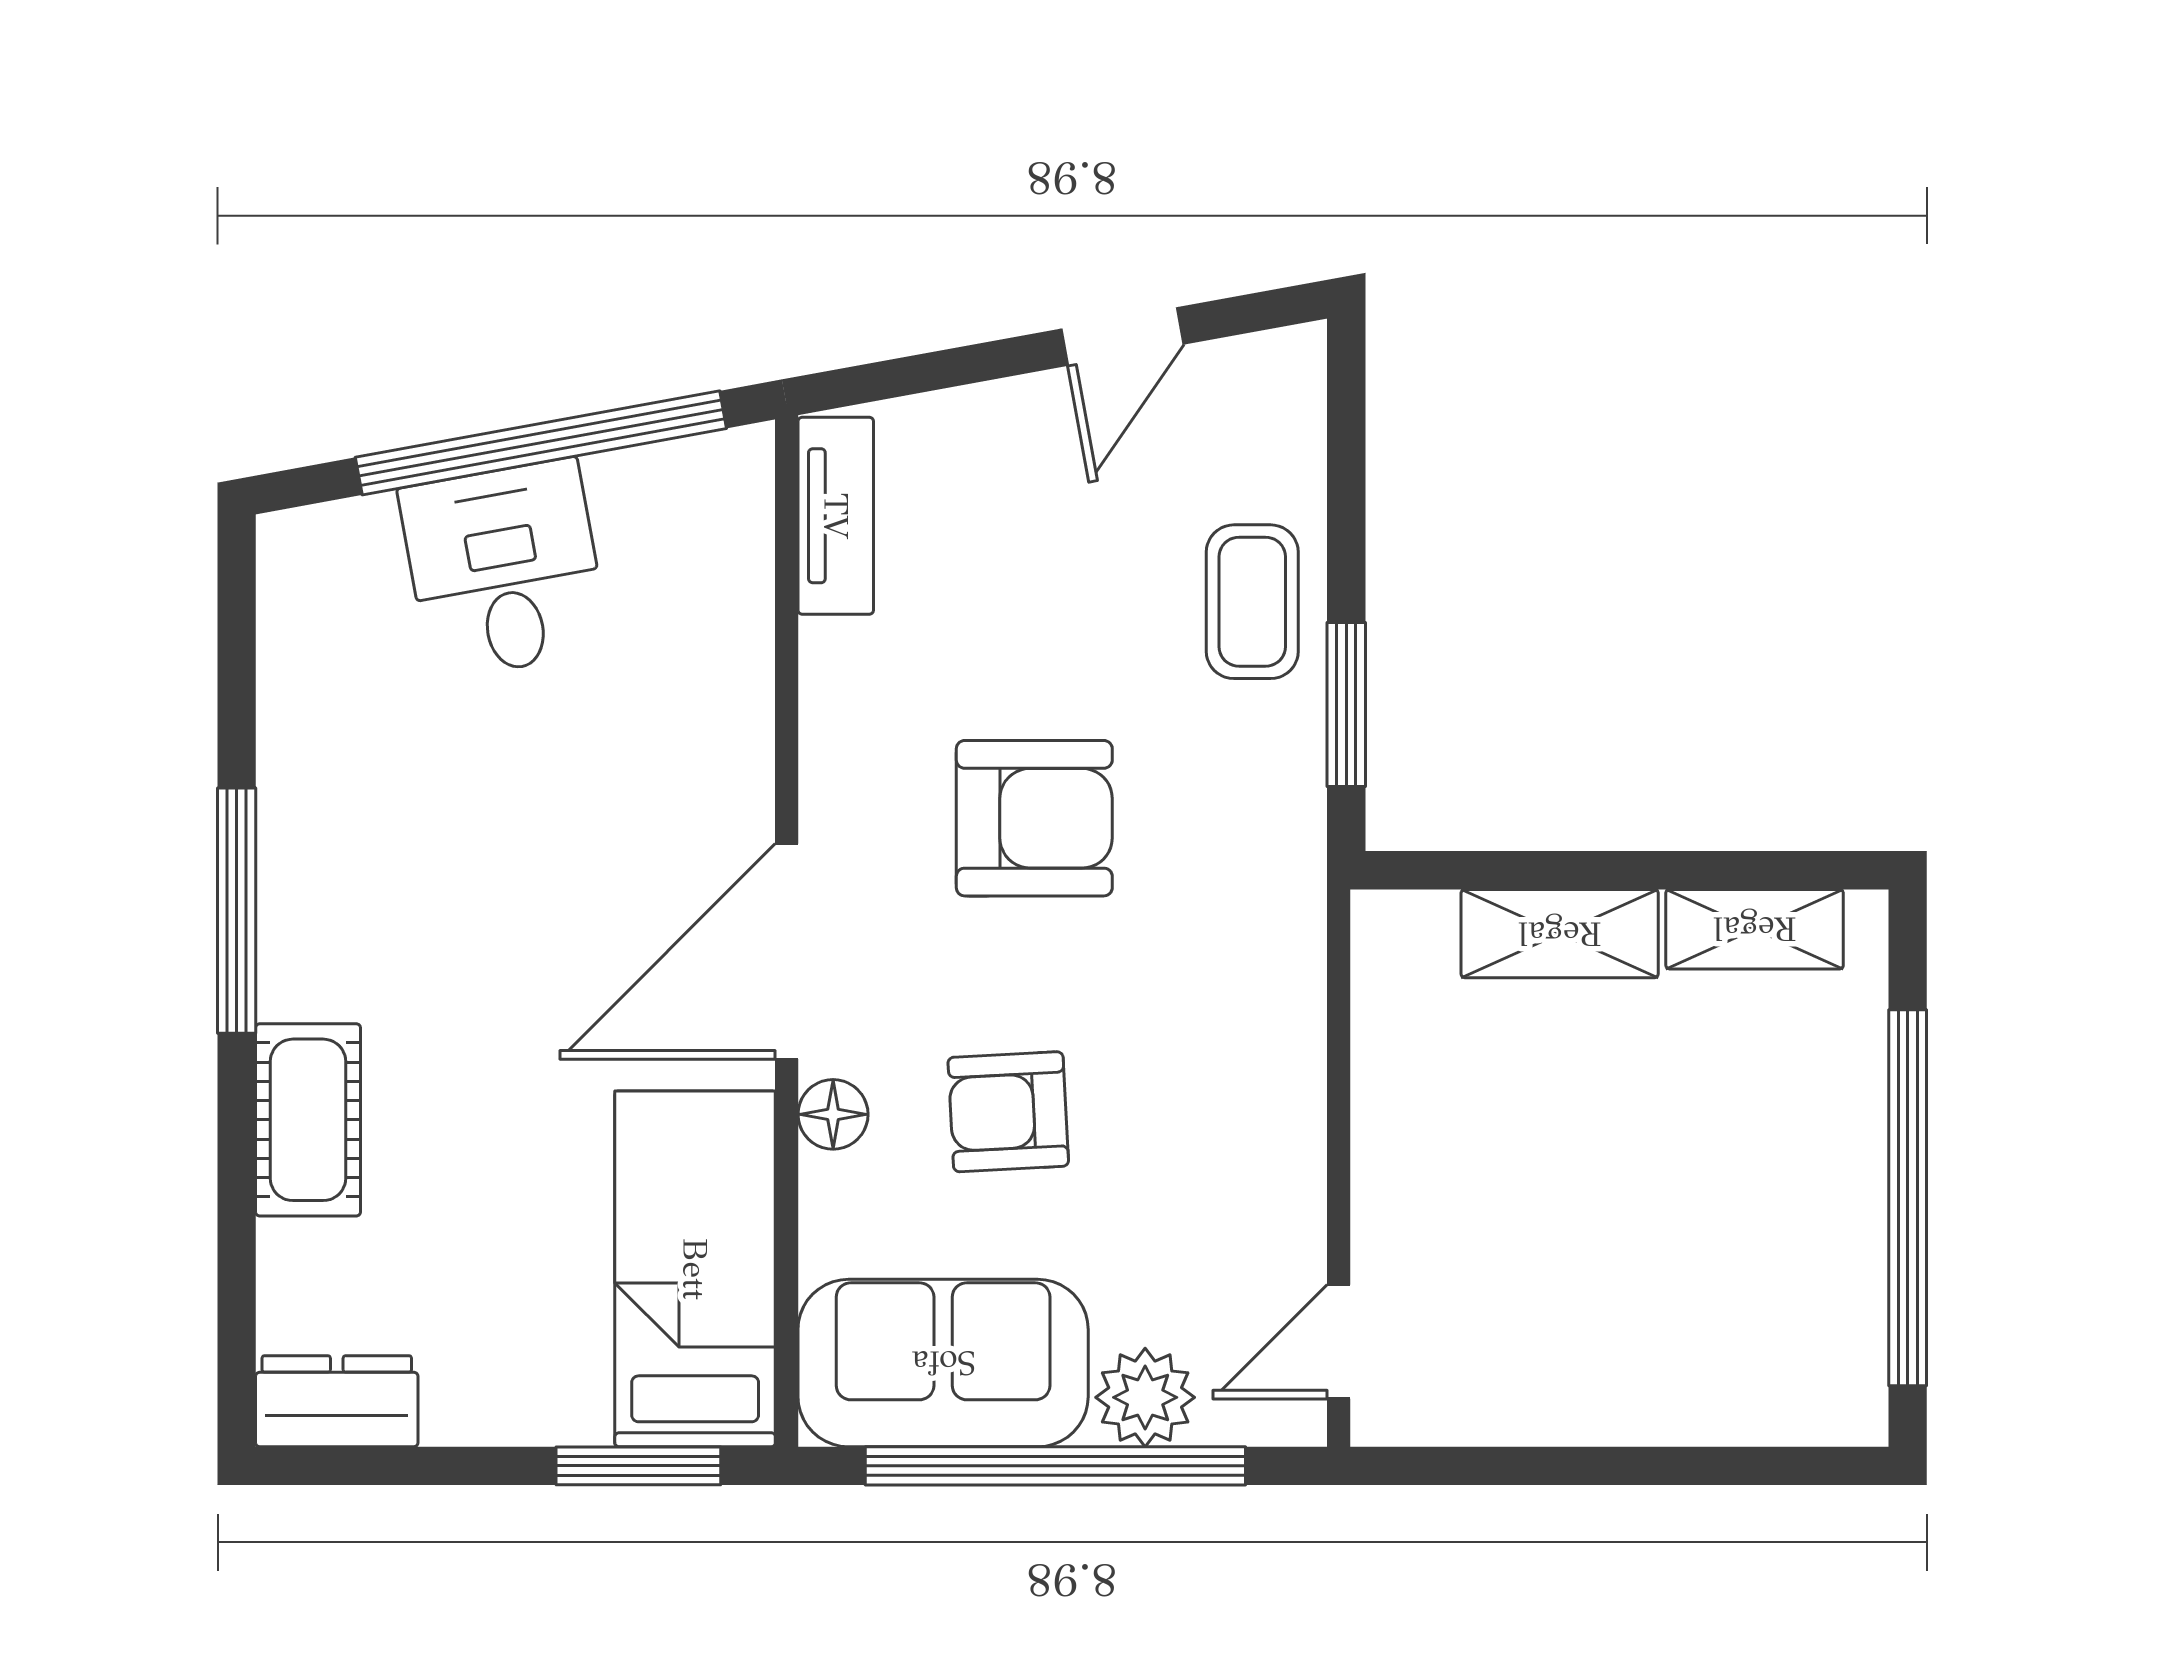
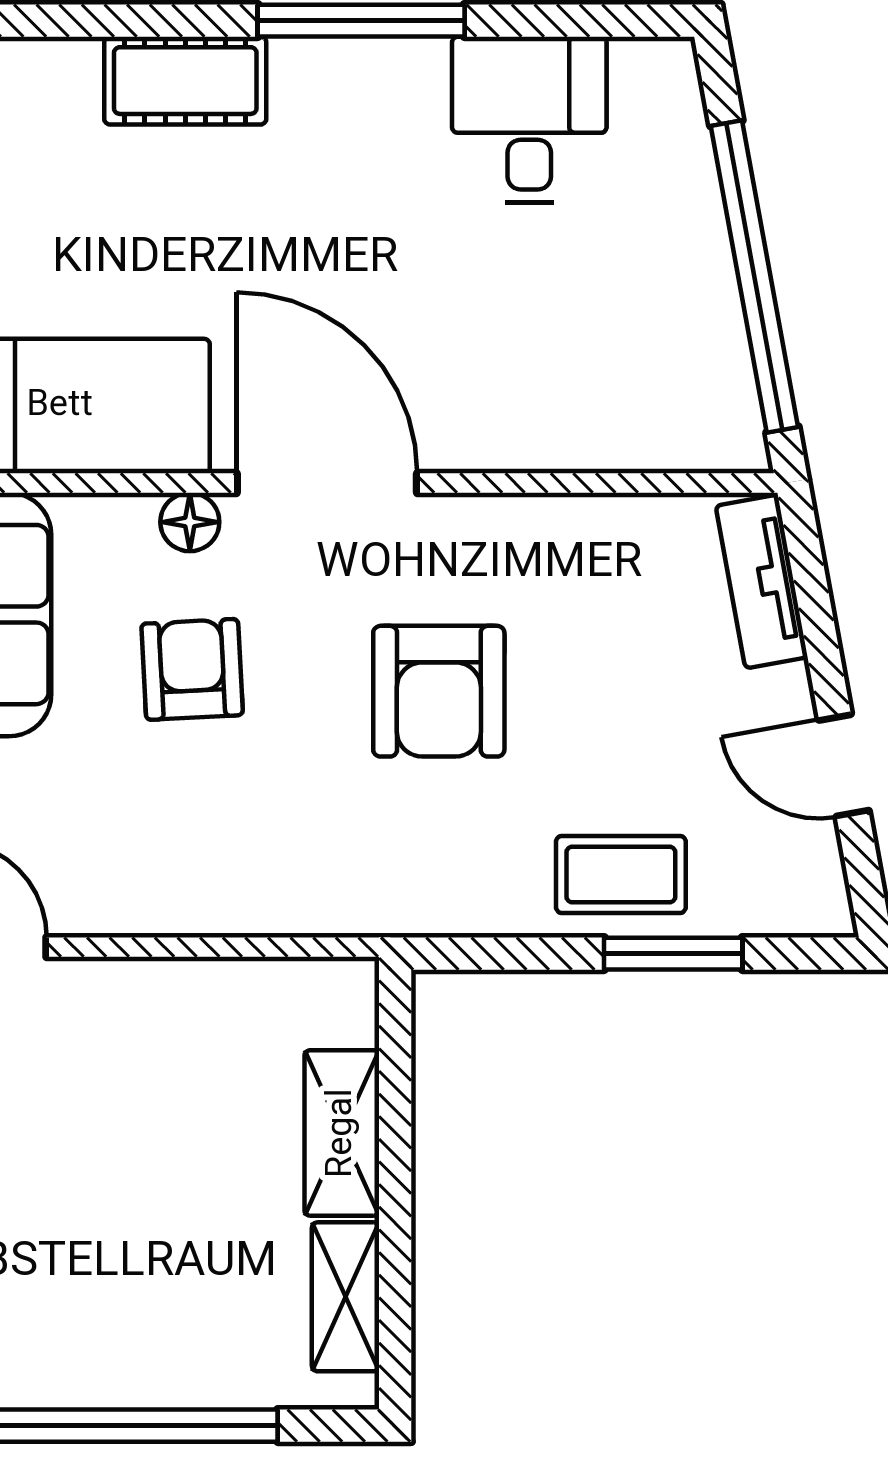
tv unit: (836, 516) -> (762, 581), moved, turned 80
desk: (504, 569) -> (529, 120), moved, turned -80
window: (1346, 705) -> (673, 954), moved

